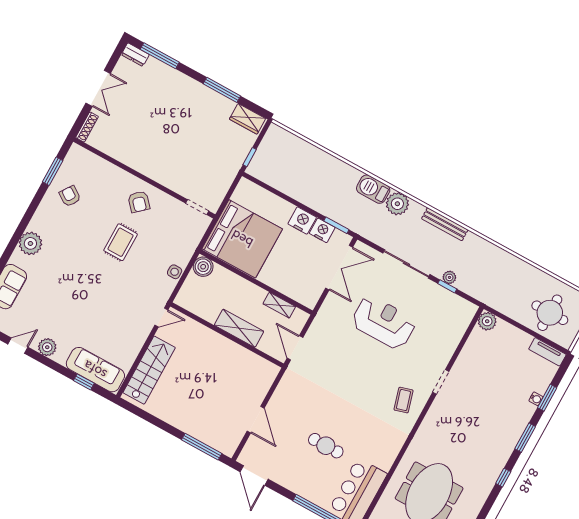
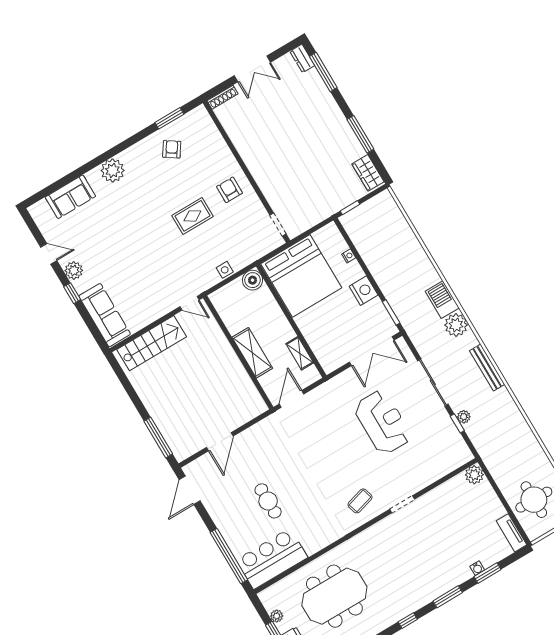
armchair: (139, 202) -> (229, 190), turned 132
nightstand: (322, 230) -> (349, 256), moved, width x0.53, depth x0.56
window: (84, 382) -> (72, 293), moved

